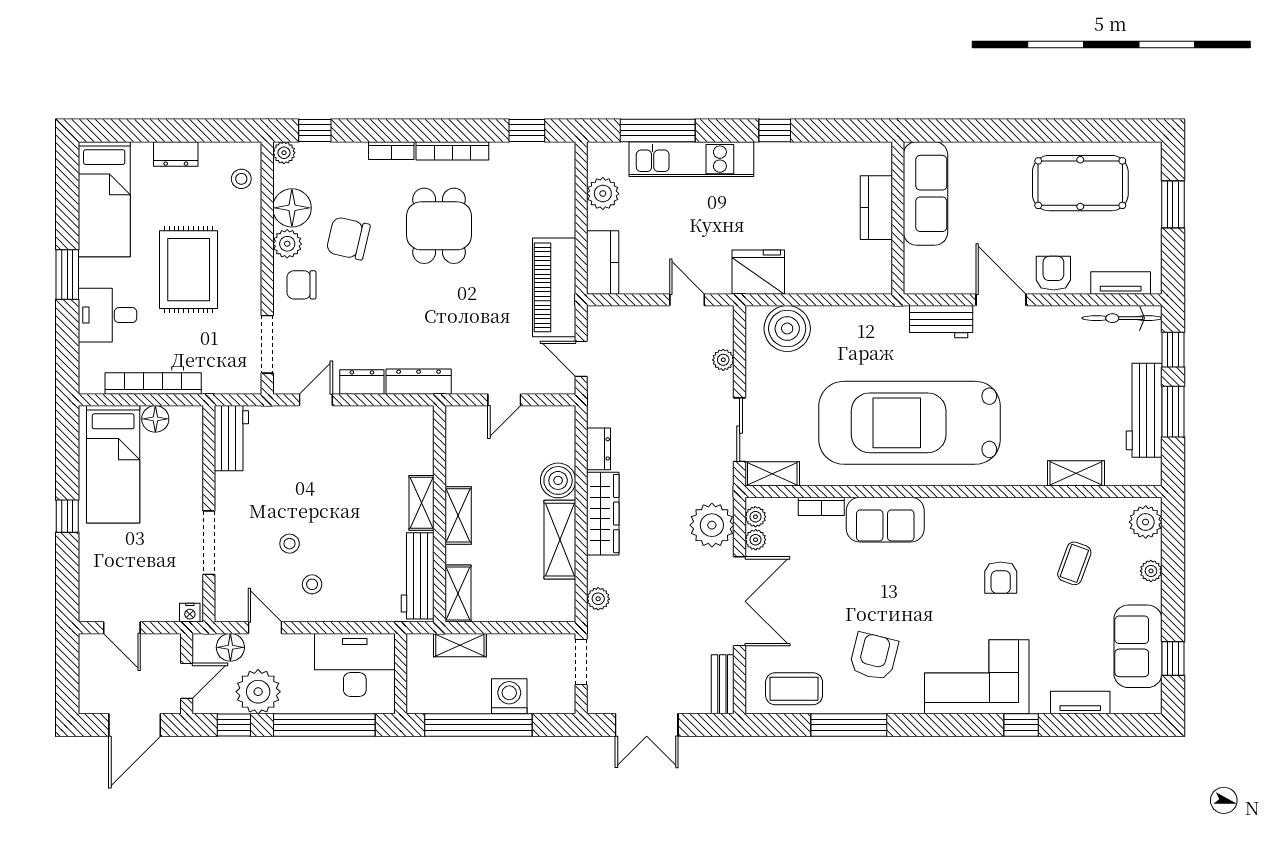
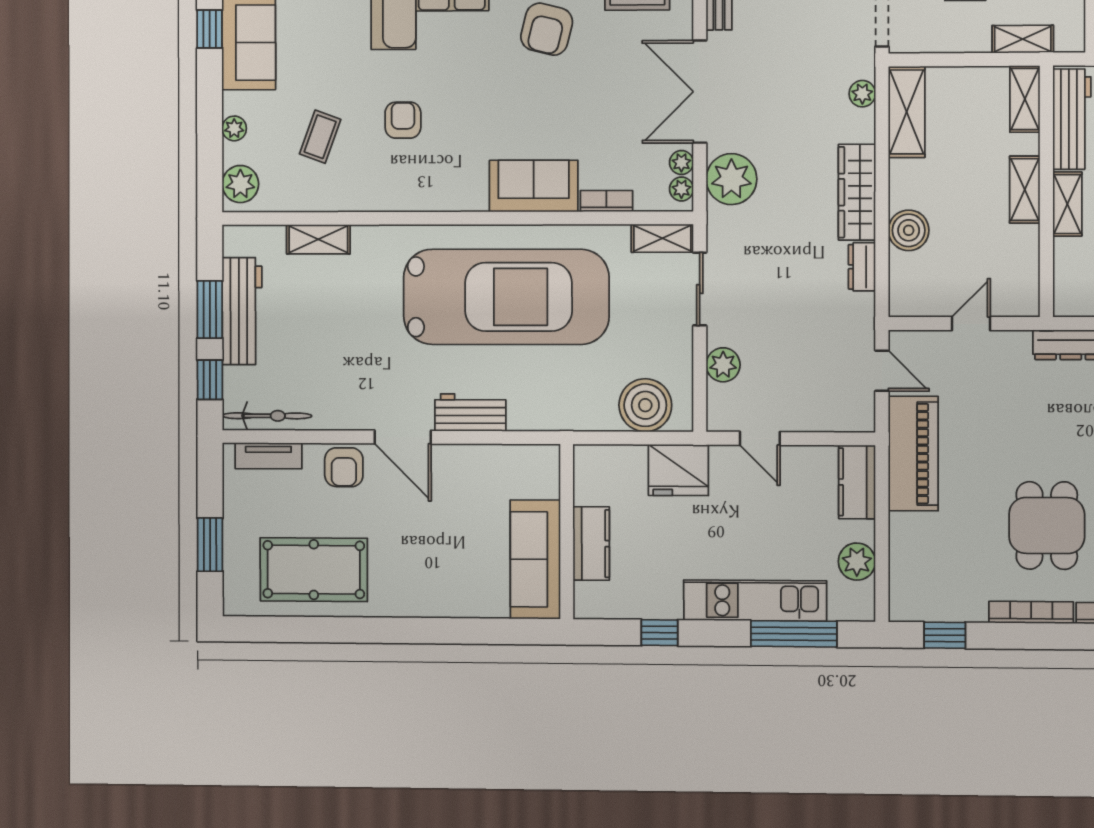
sofa: (926, 193) -> (535, 559), moved
kitchen counter: (876, 208) -> (591, 544), moved
wall: (898, 218) -> (567, 532), moved
plant: (723, 360) -> (723, 365), width x1.38, depth x1.38
shelving: (560, 540) -> (907, 112), moved

